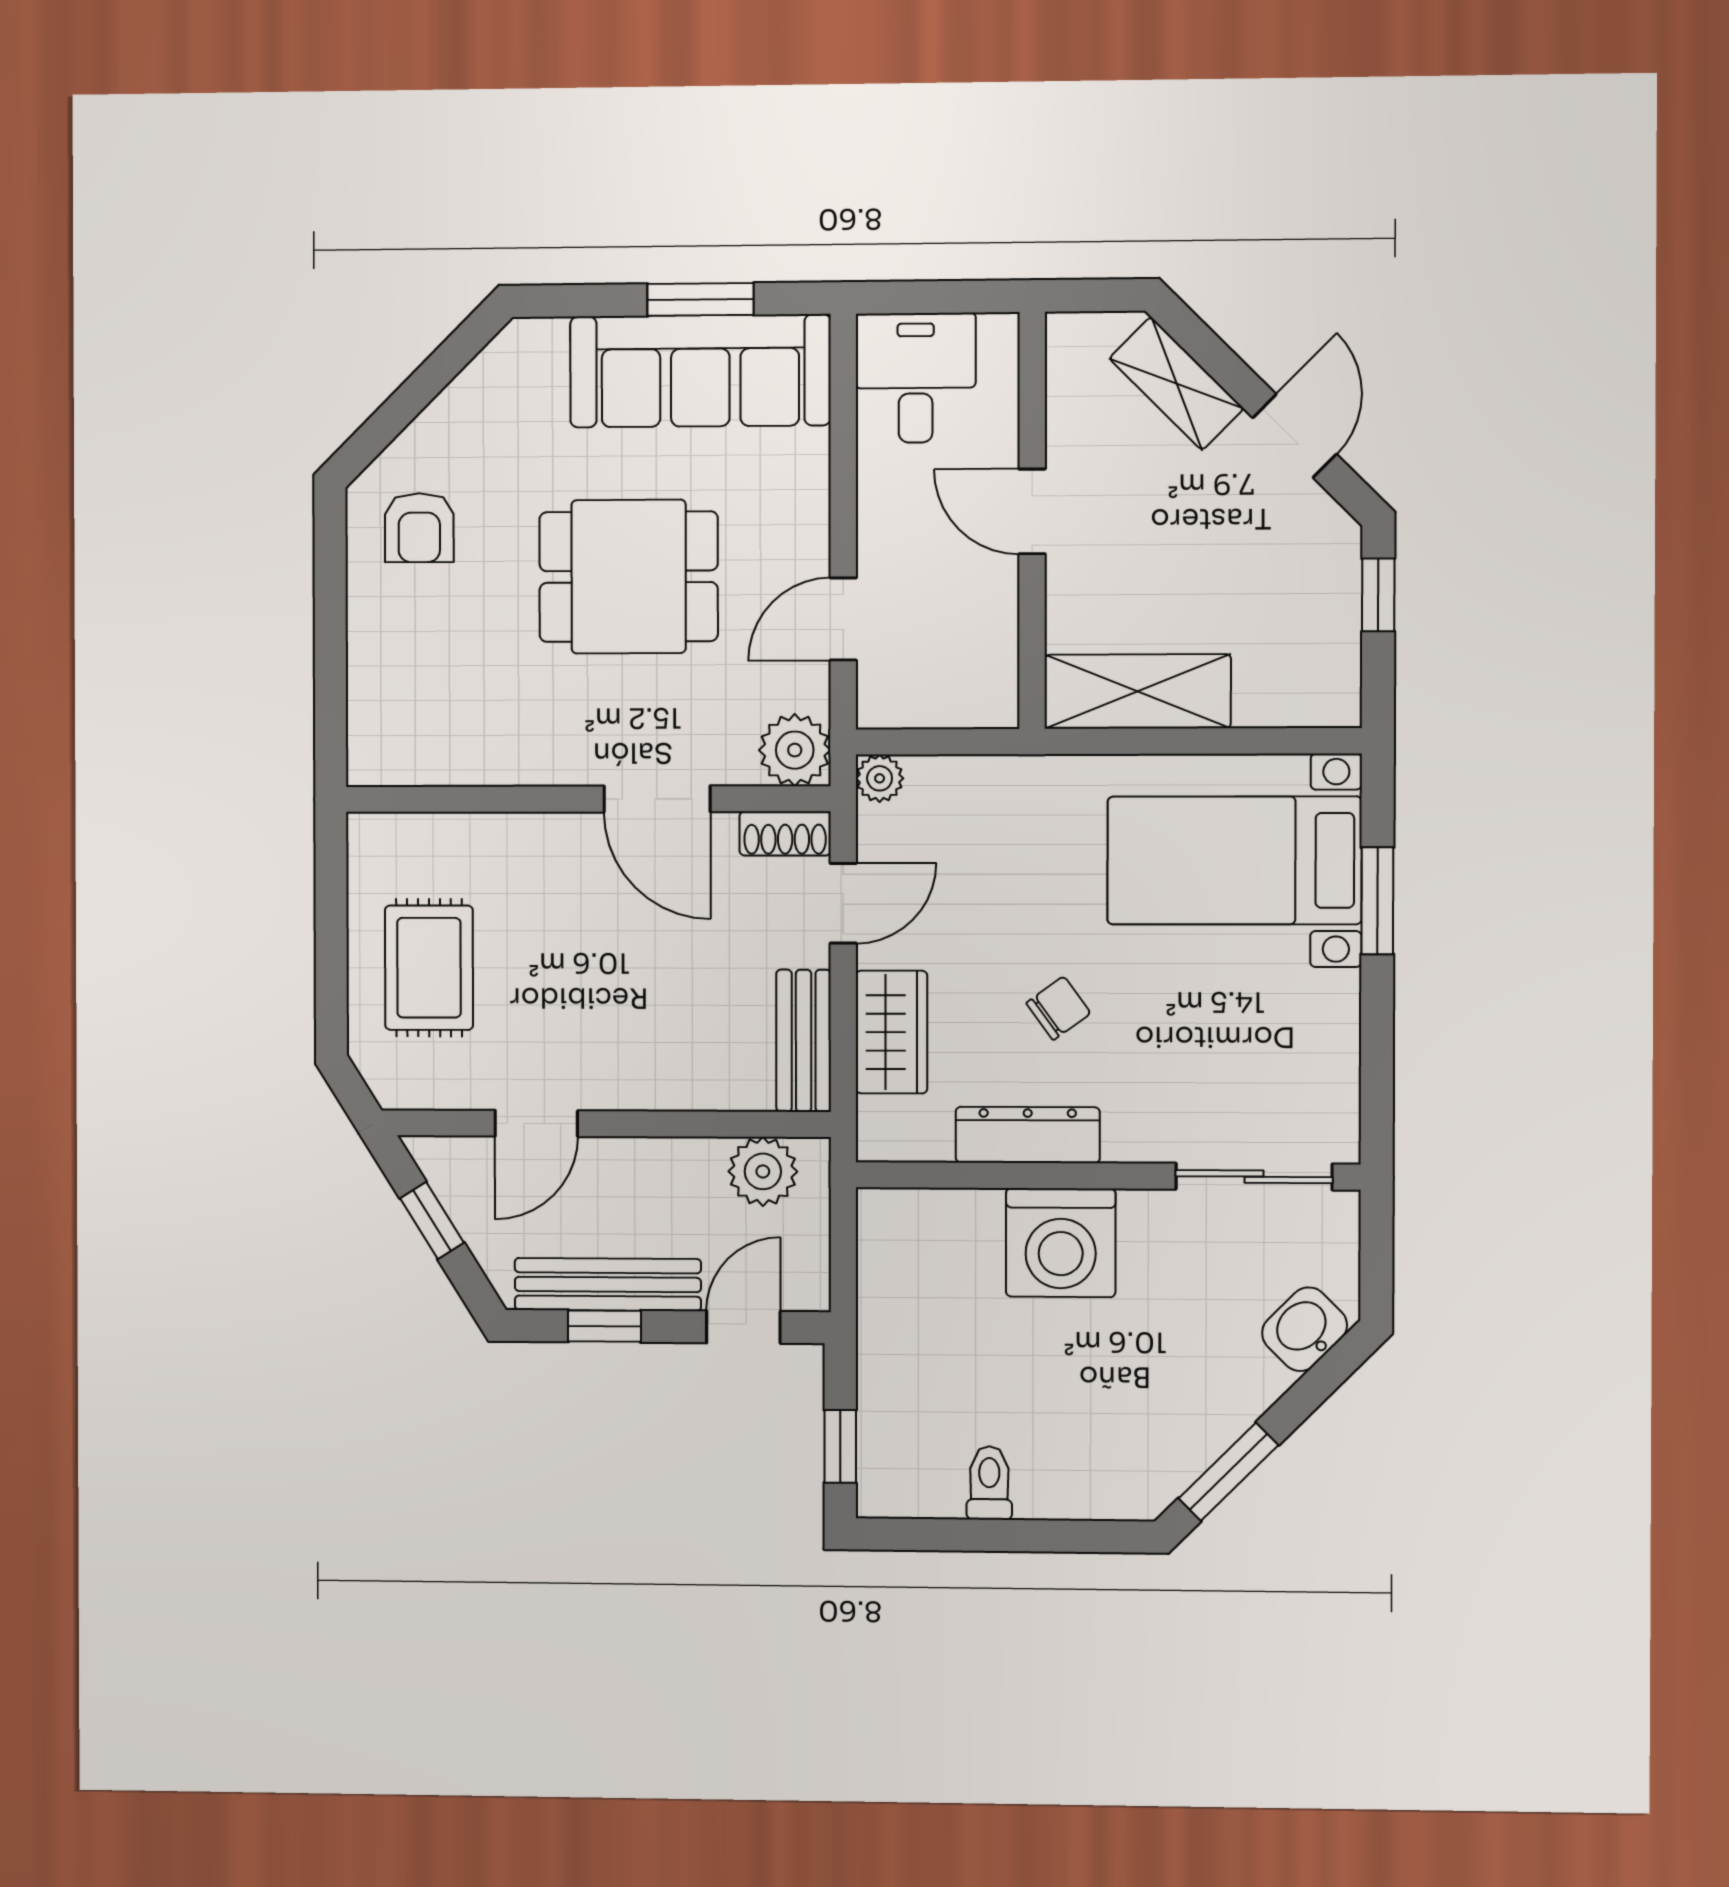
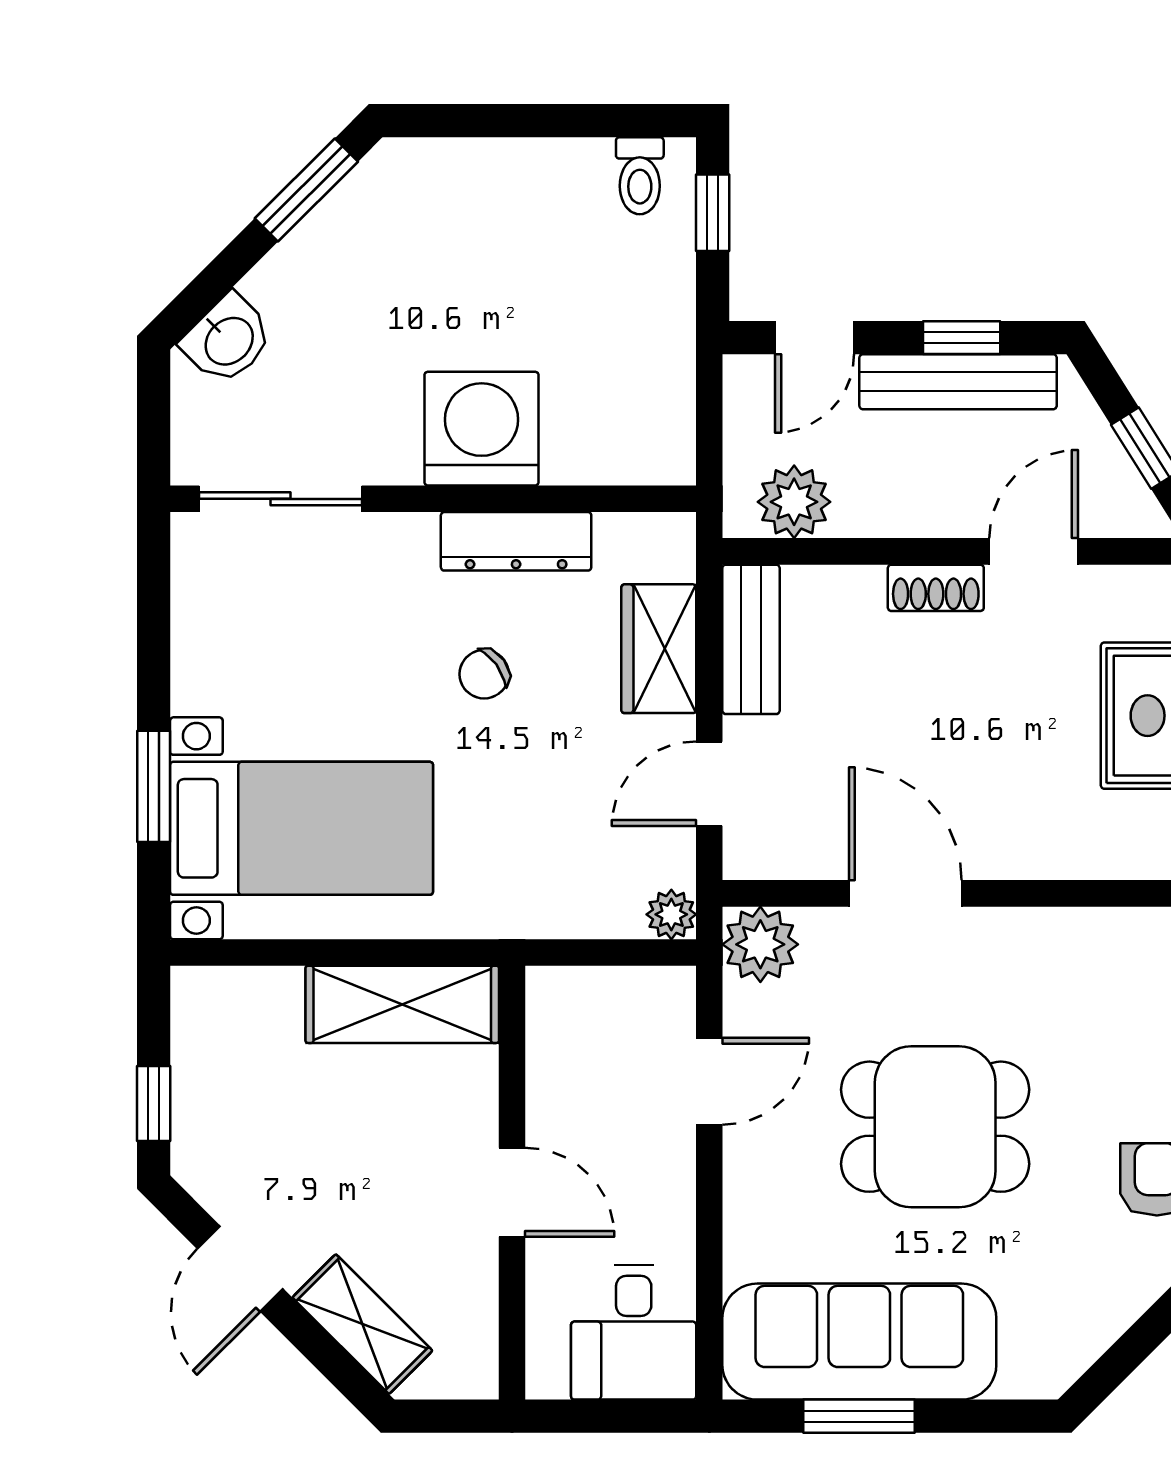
shoe rack: (785, 833) -> (936, 588), moved, turned 180
toilet: (989, 1483) -> (640, 176), moved

